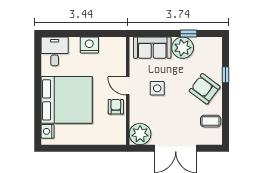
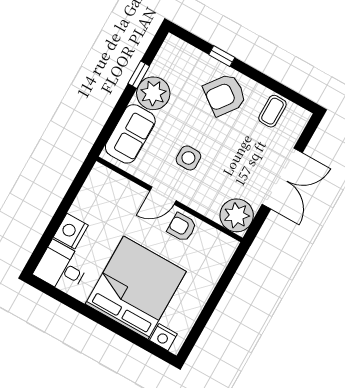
nightstand: (89, 45) -> (71, 231), moved

